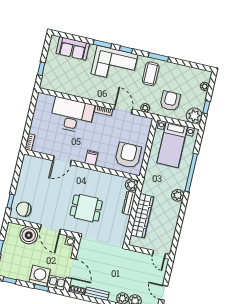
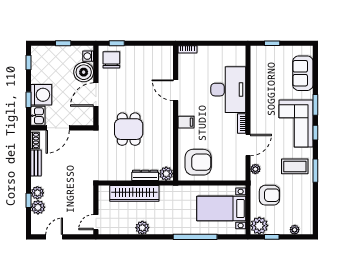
plant: (178, 195) -> (142, 228), moved
washing machine: (70, 241) -> (88, 56), moved

